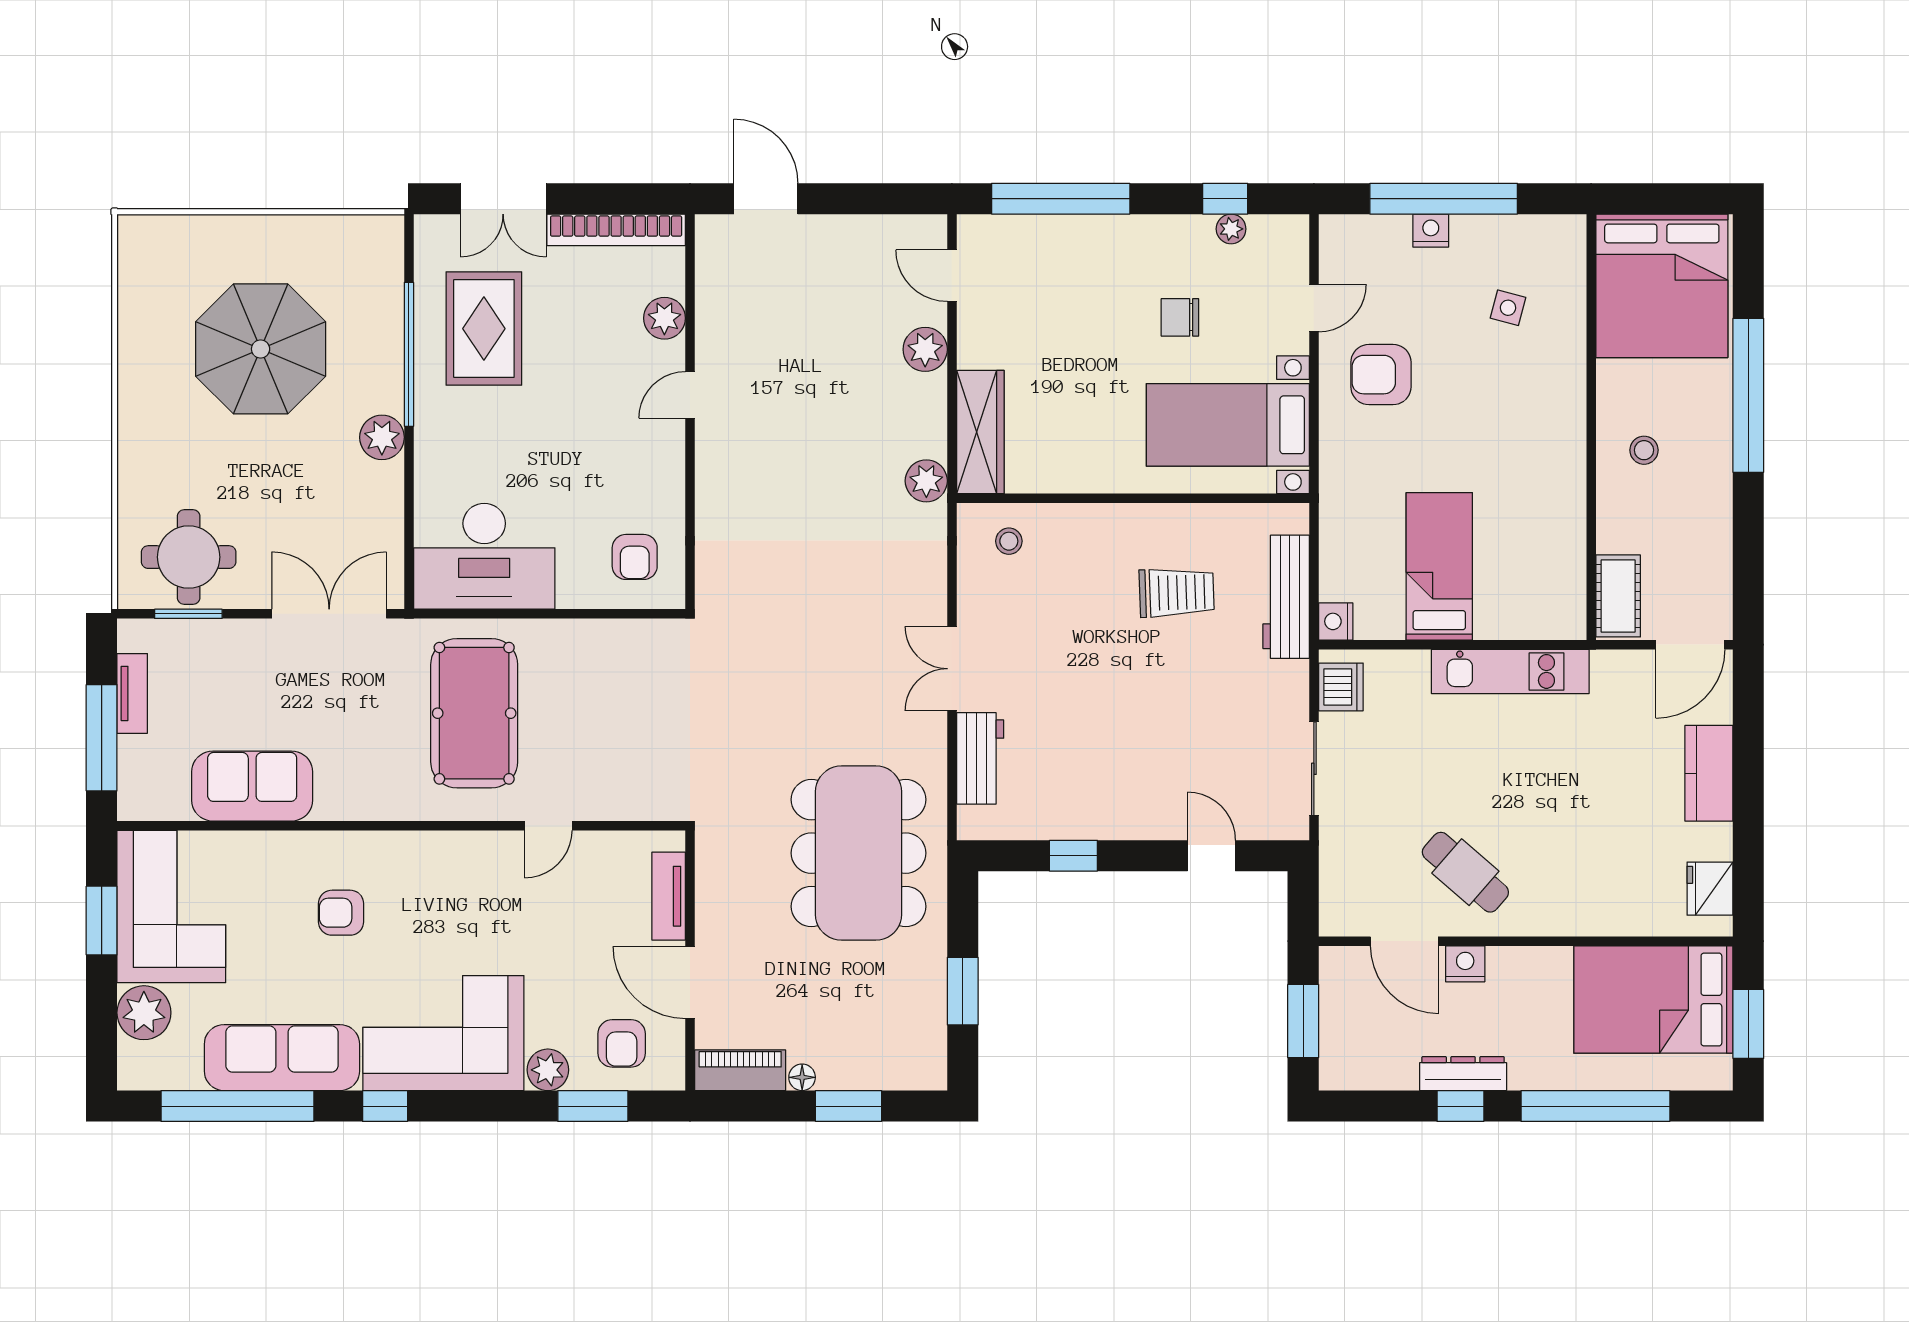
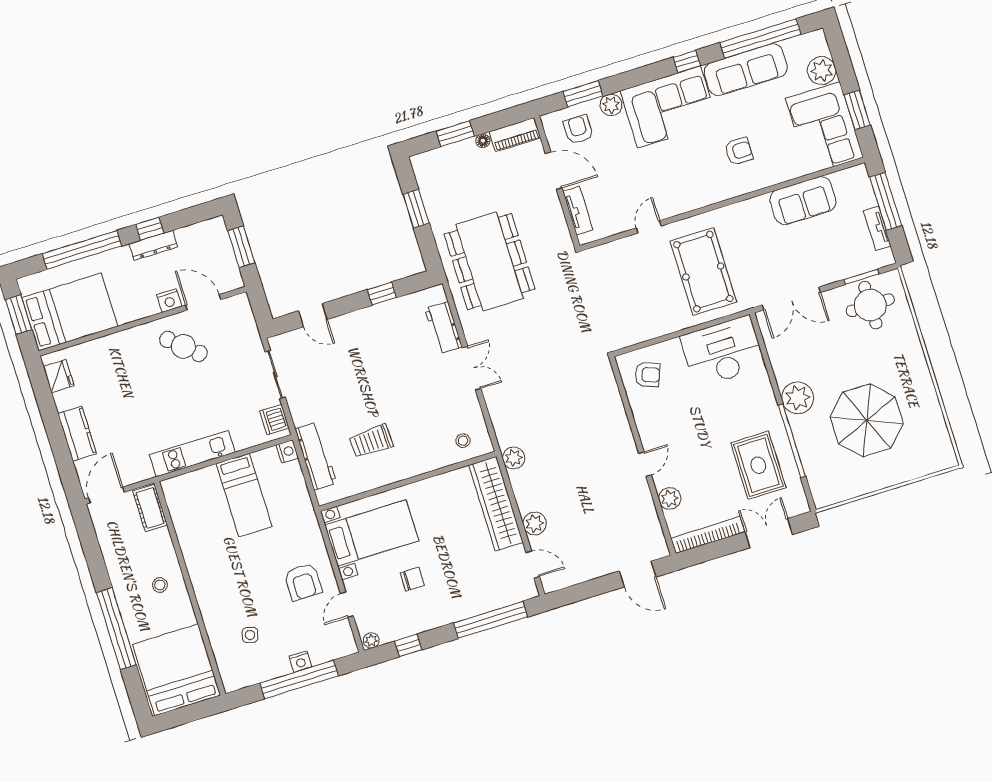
plant: (1231, 229) -> (371, 640), moved
armchair: (1381, 375) -> (303, 582), turned 90
wardrobe: (980, 432) -> (496, 504), width x1.40, depth x1.17
plant: (382, 437) -> (798, 398), width x1.36, depth x1.36
armchair: (635, 557) -> (647, 375), turned 111

